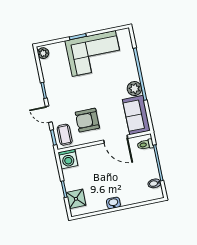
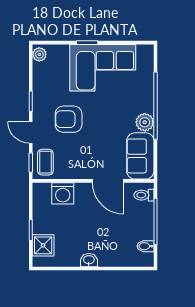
armchair: (87, 120) -> (69, 119), moved
washing machine: (68, 159) -> (63, 193), moved

